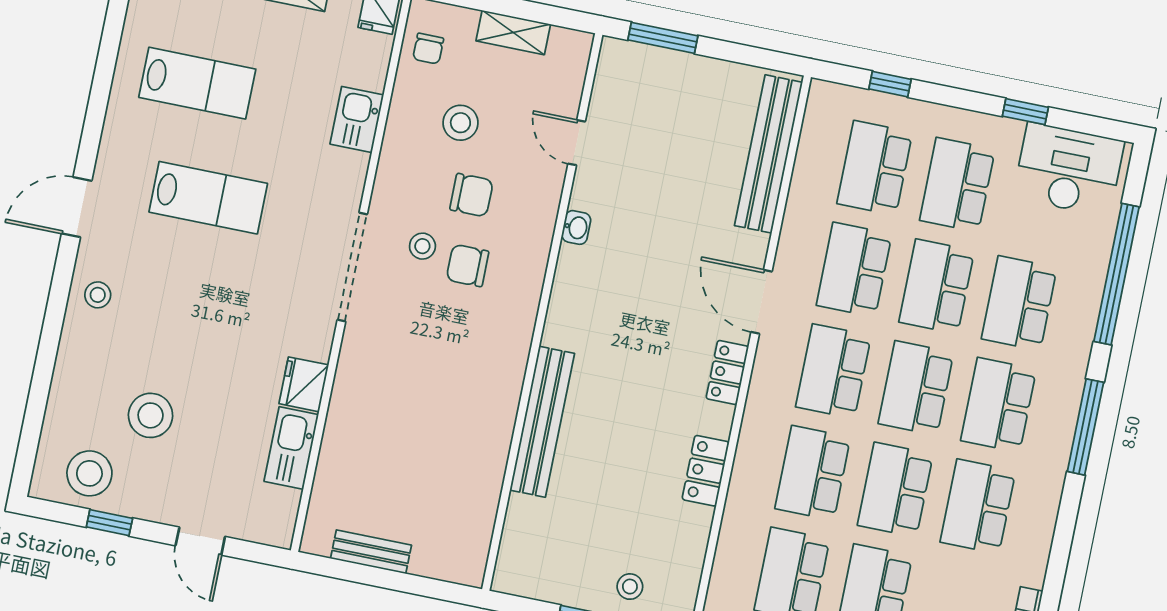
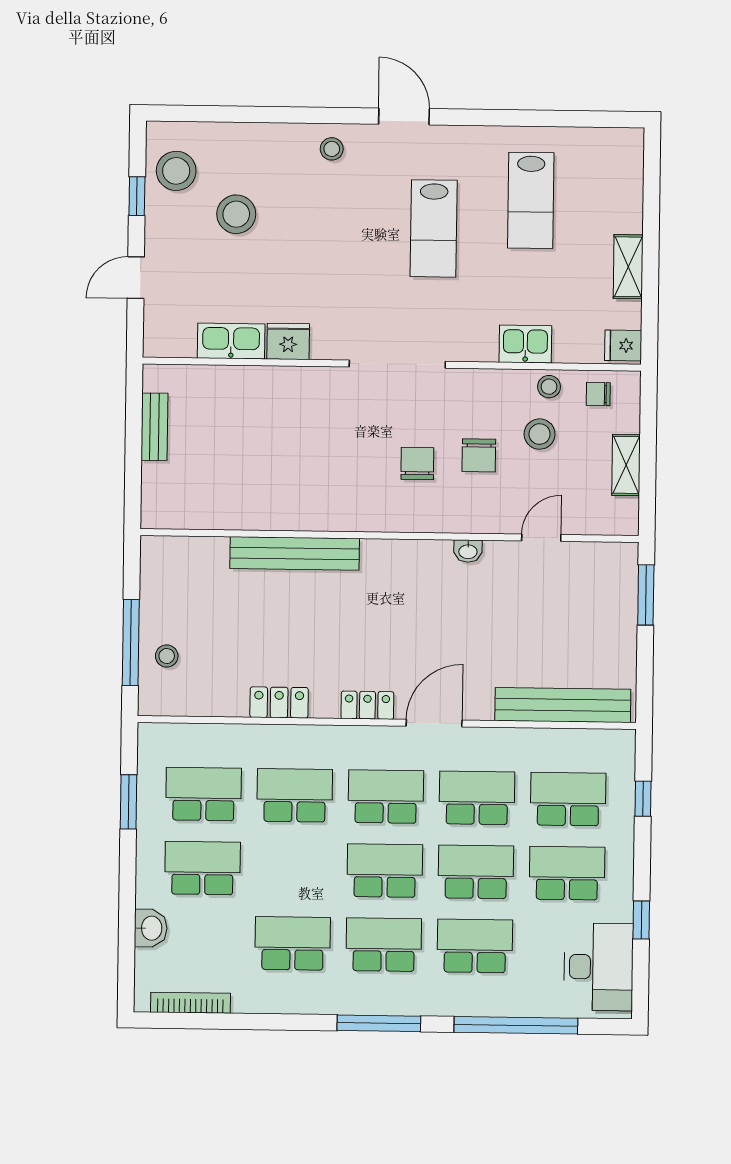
stool: (422, 246) -> (549, 387), moved
school desk: (895, 490) -> (294, 869), removed

